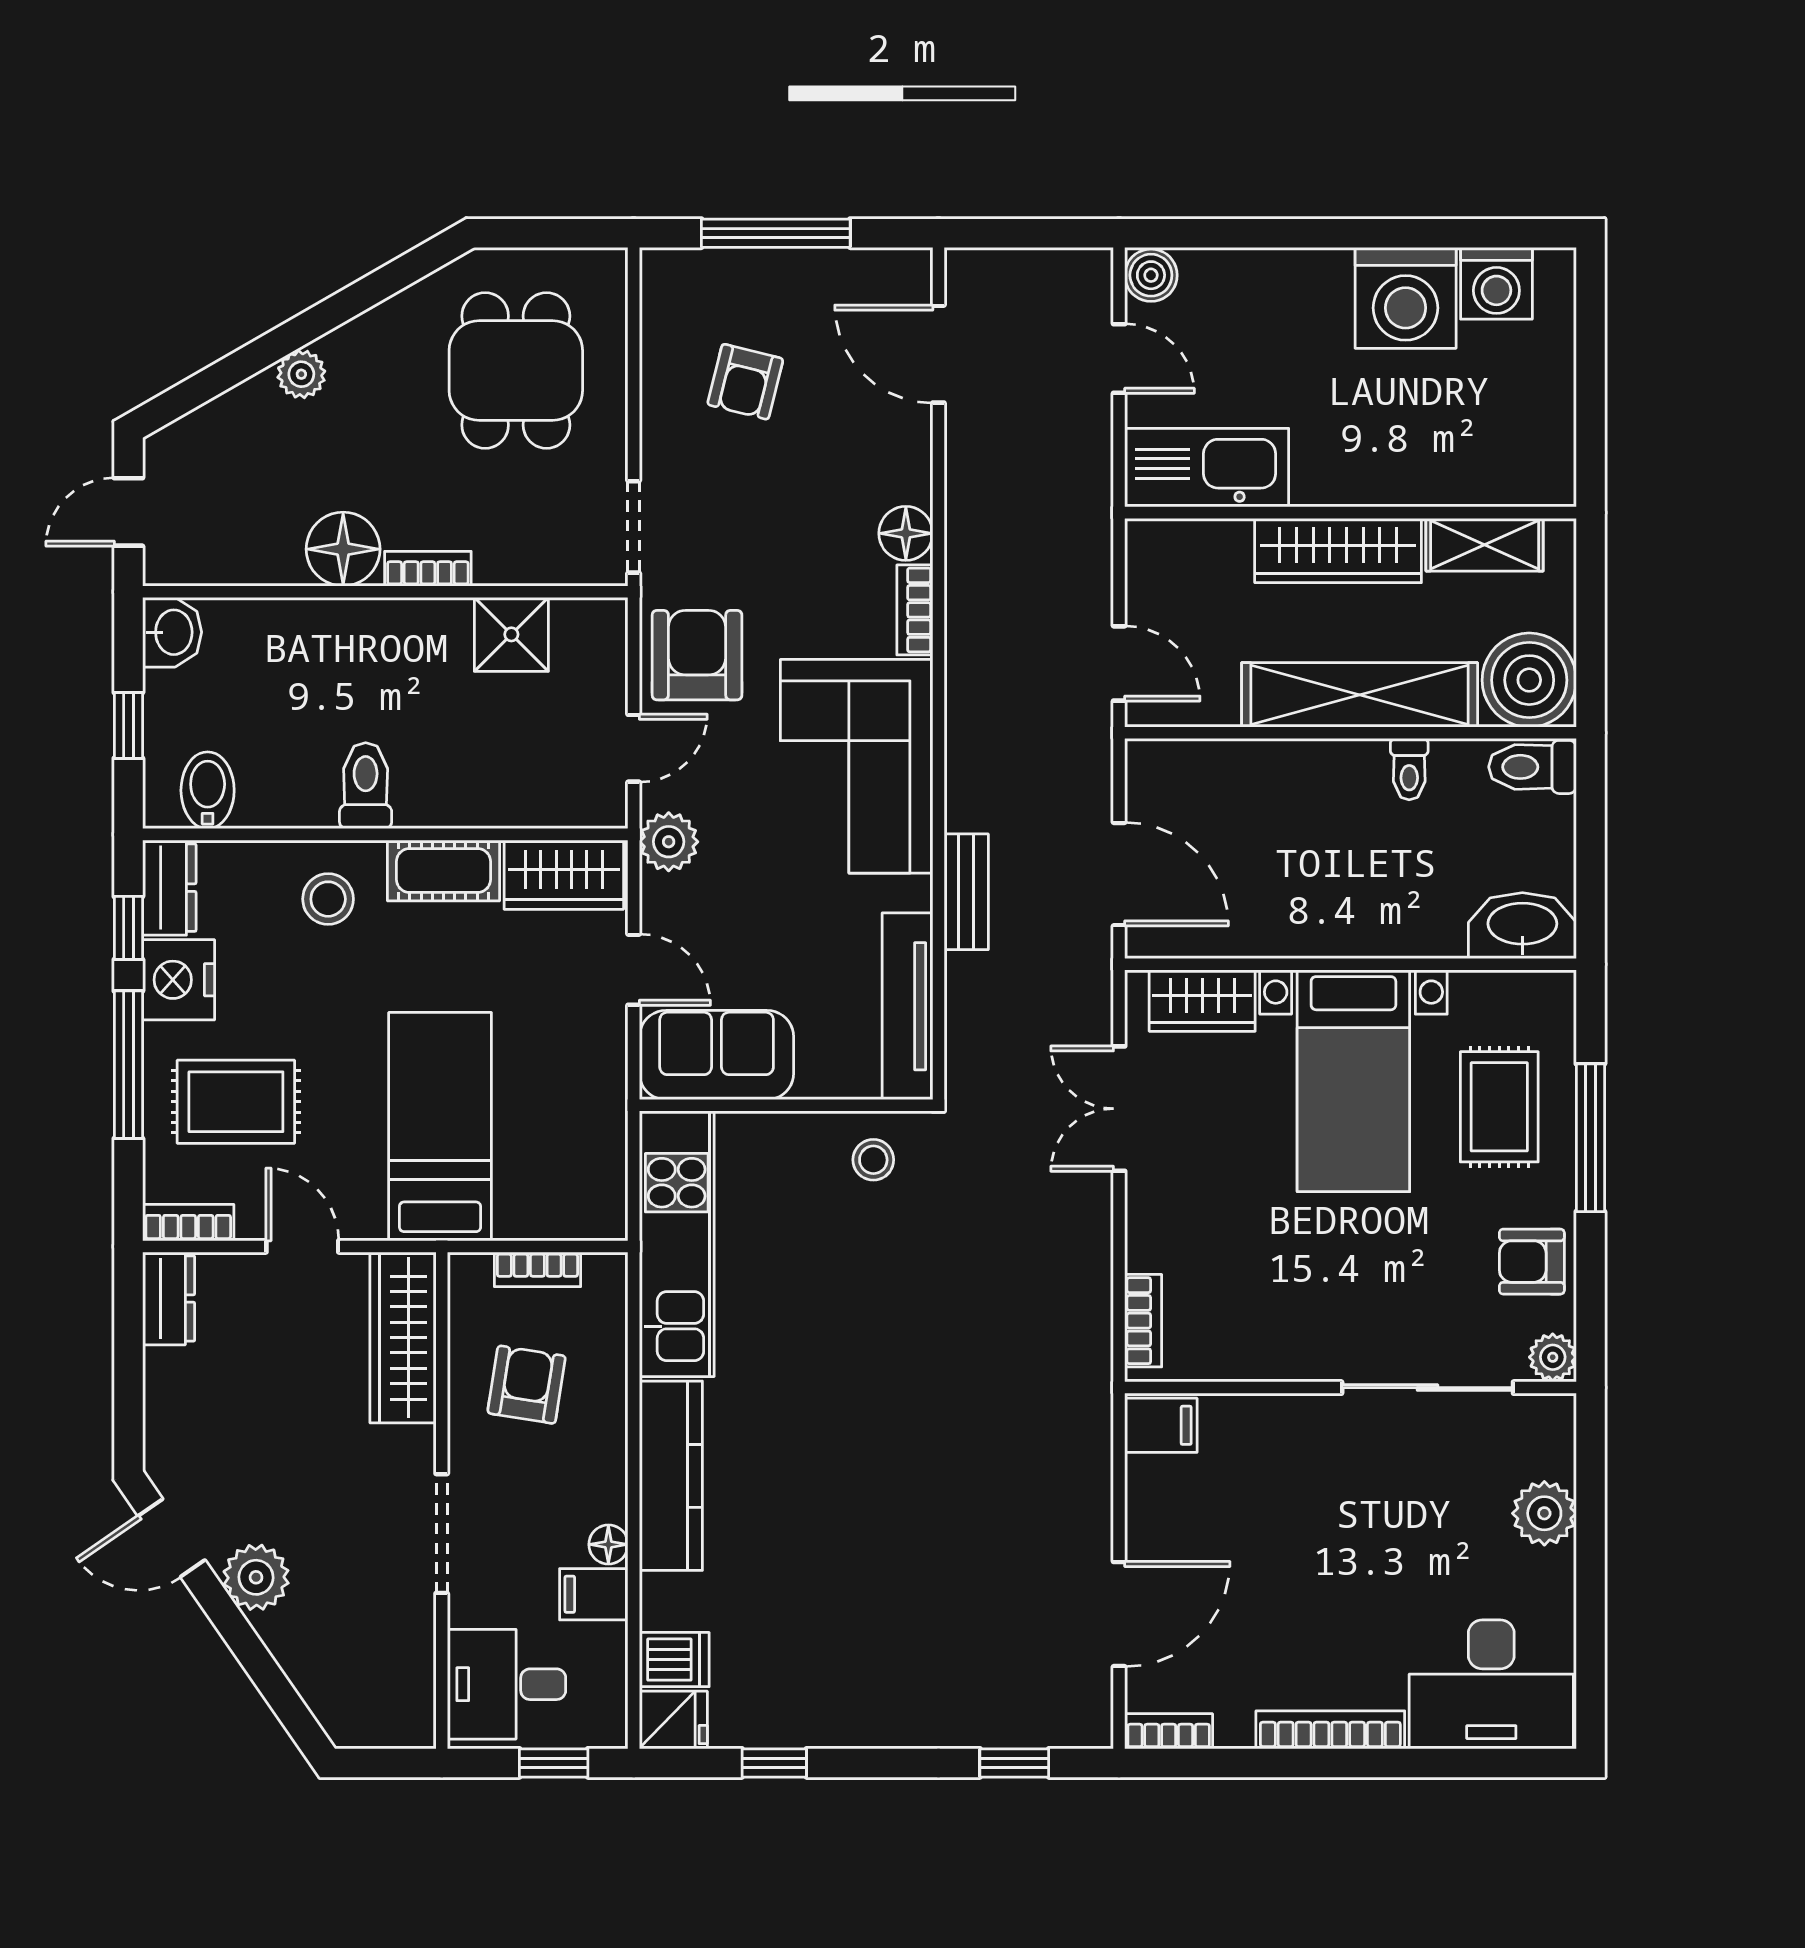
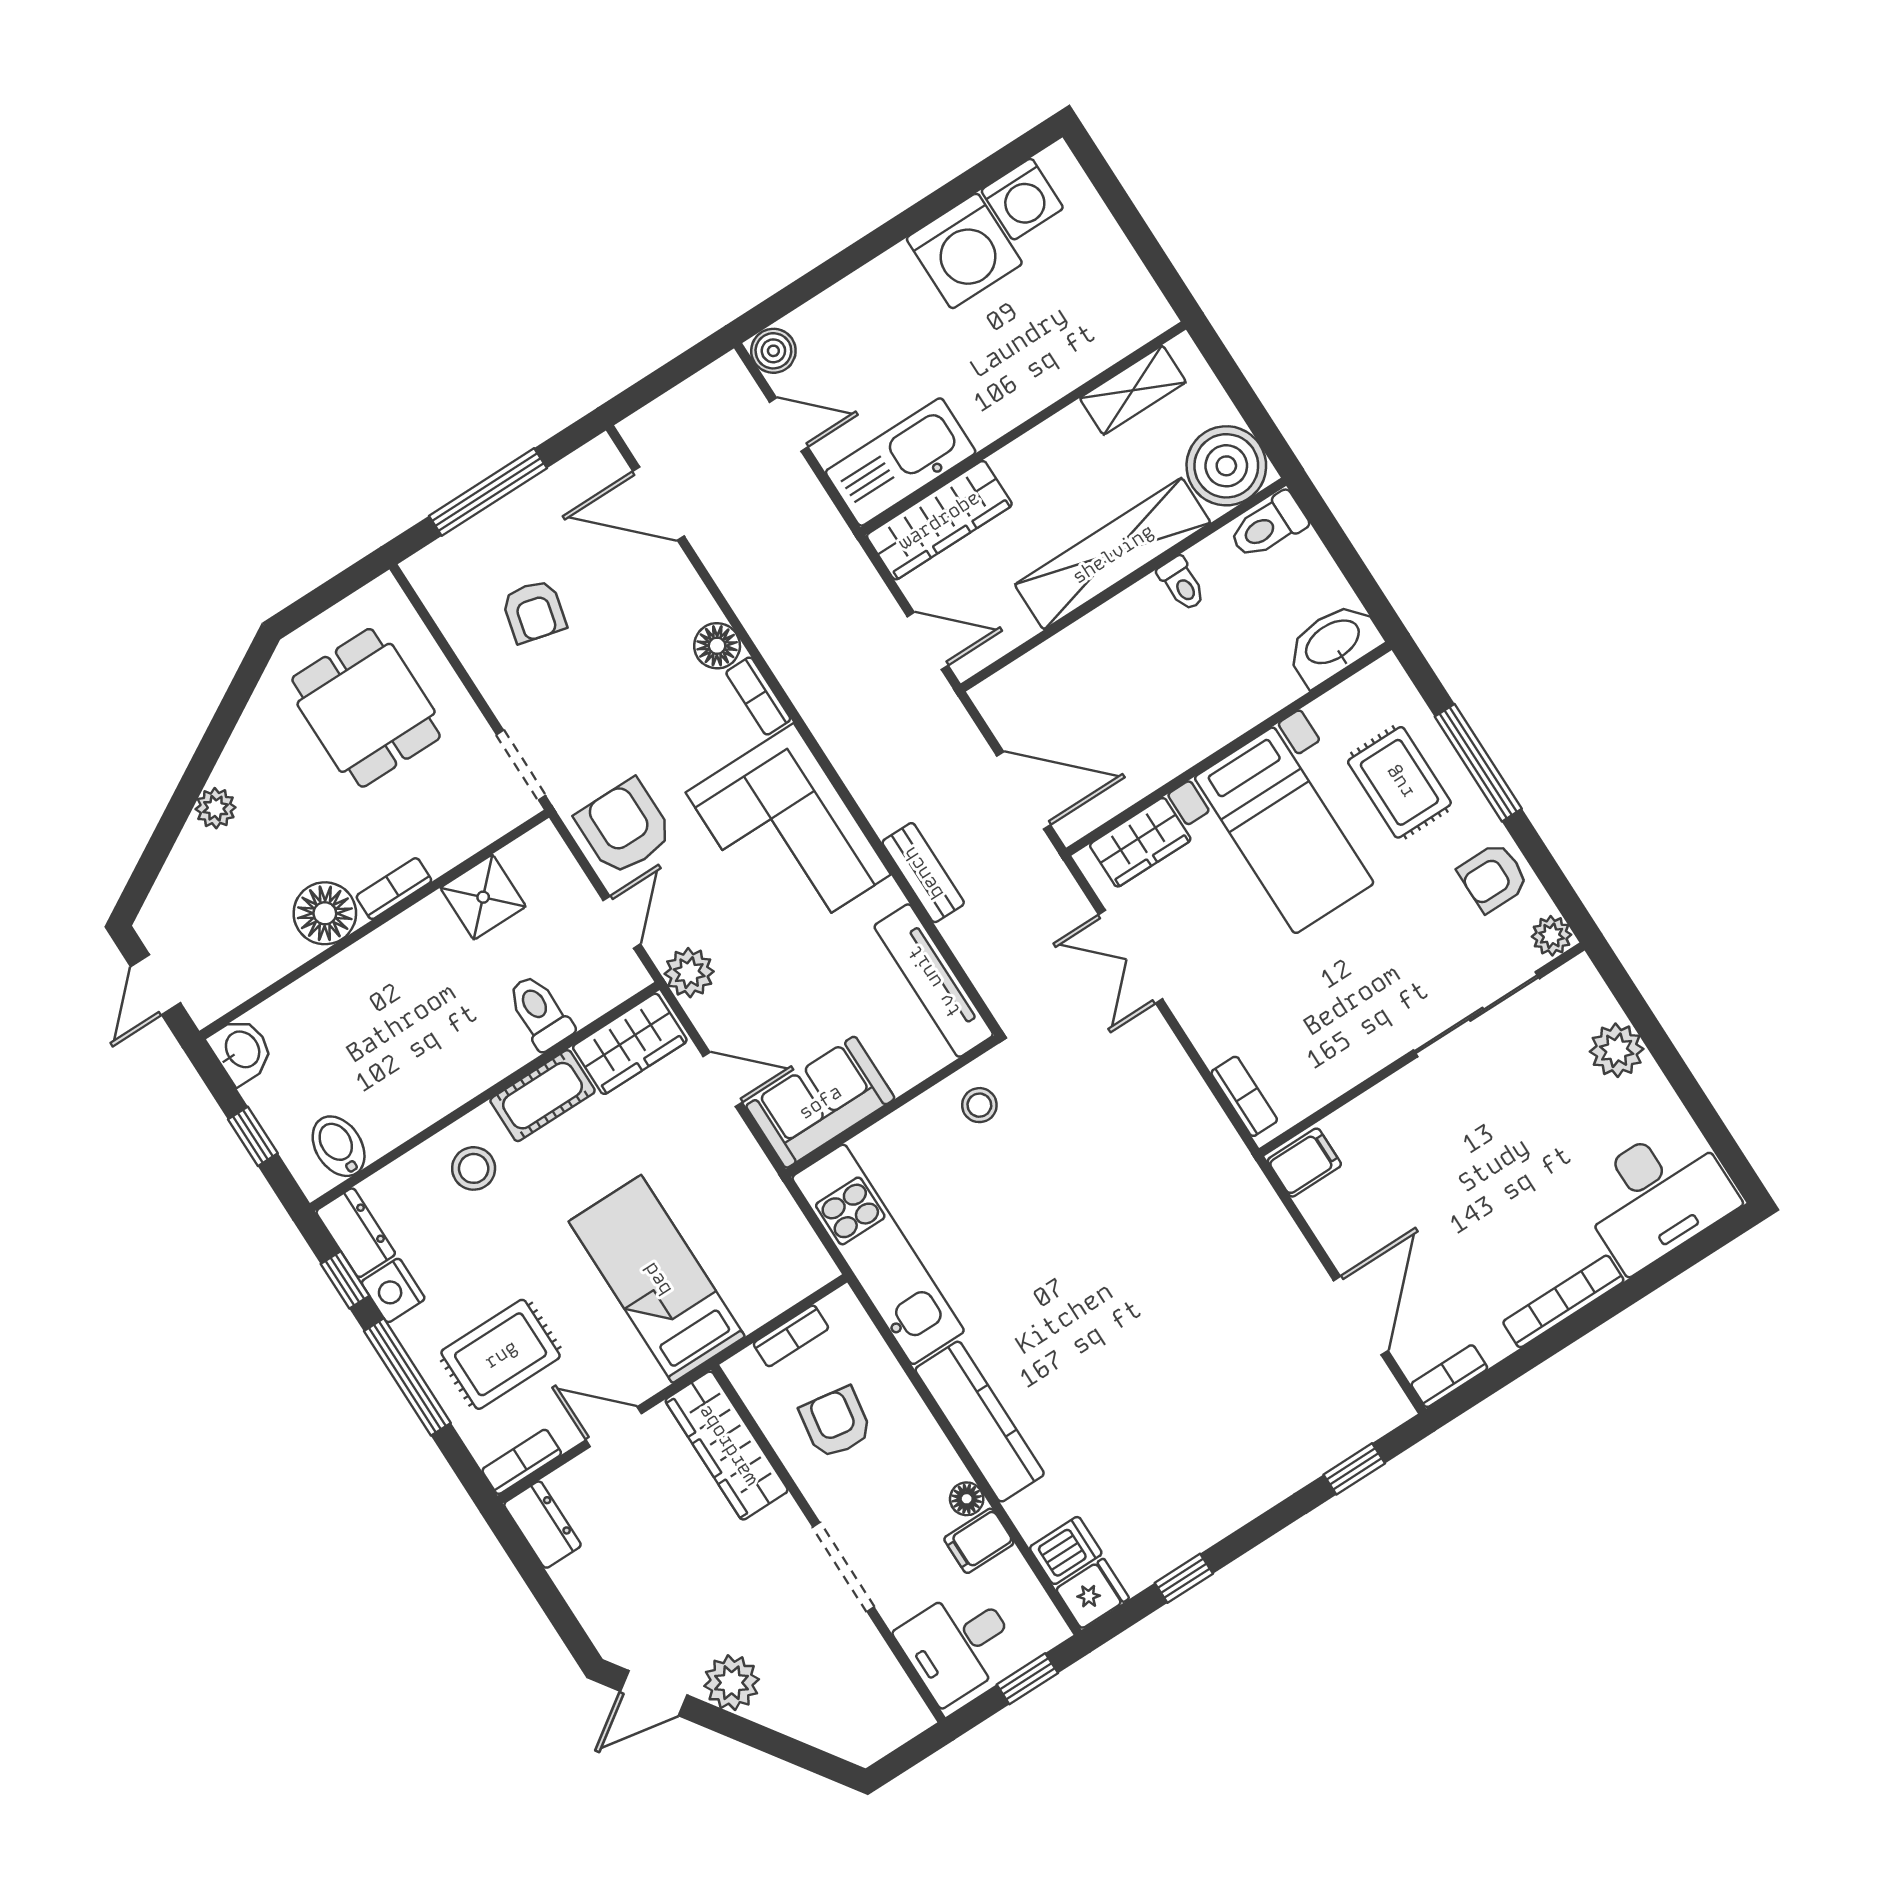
wardrobe: (1338, 550) -> (939, 520), moved
toilet: (366, 786) -> (540, 1012), moved
nightstand: (179, 980) -> (393, 1290), width x0.74, depth x0.75

